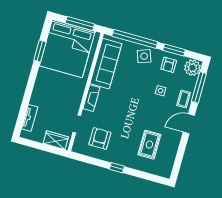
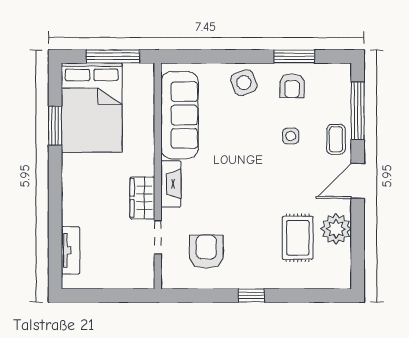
window: (135, 39) -> (219, 56), removed
bed: (67, 49) -> (92, 108), width x0.73
plant: (192, 68) -> (336, 229), moved
wardrobe: (56, 140) -> (142, 198), moved, turned -90

